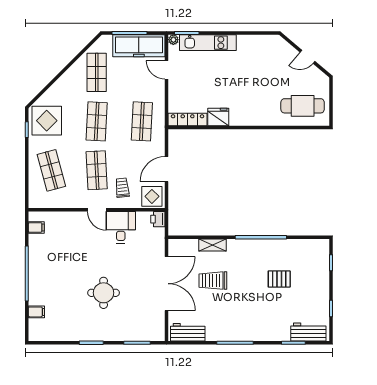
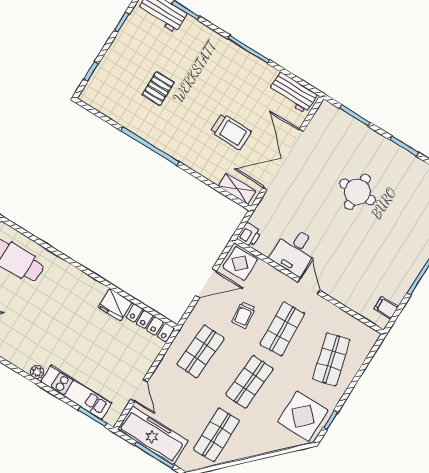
plant: (173, 40) -> (37, 372), moved
trolley: (122, 188) -> (244, 315), moved
shelving: (213, 245) -> (237, 189), moved
pallet: (279, 279) -> (158, 89), turned 90

